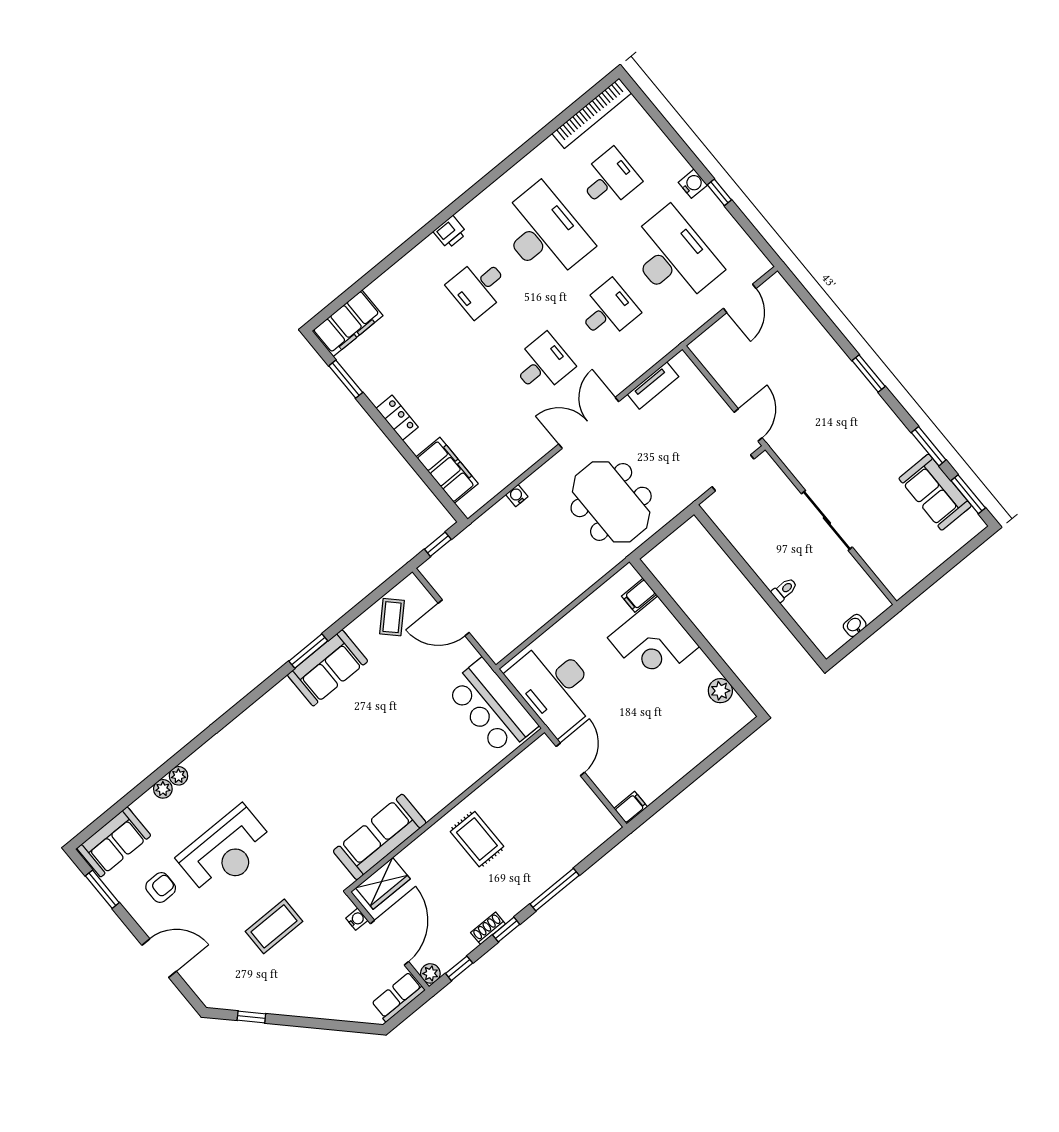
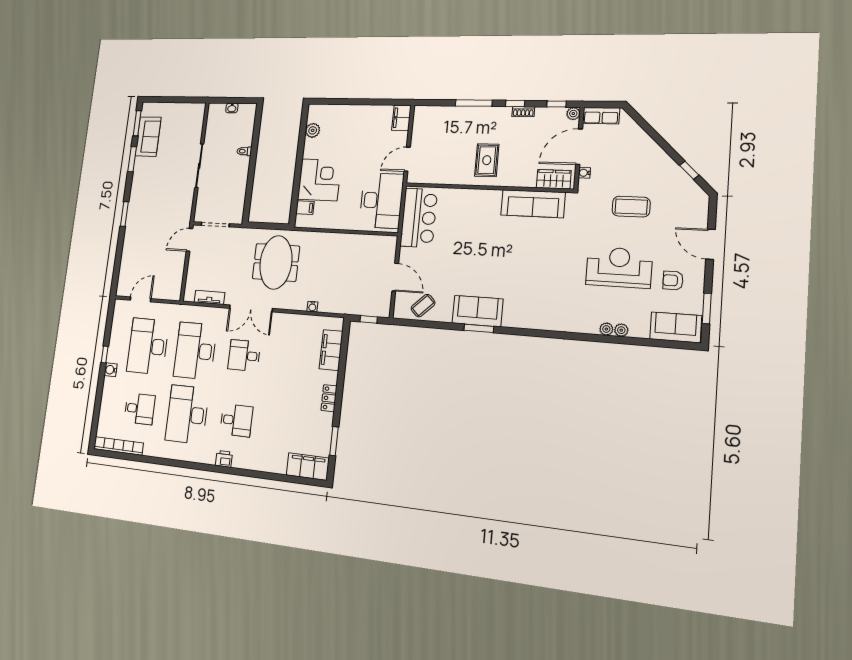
desk: (609, 179) -> (140, 409), turned 180
desk: (608, 311) -> (195, 351), width x1.87, depth x1.30
filing cabinet: (631, 808) -> (401, 118), width x2.00

